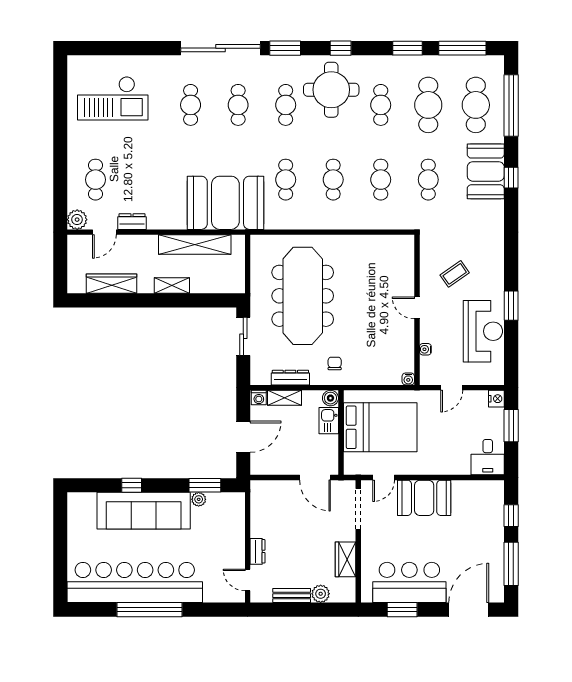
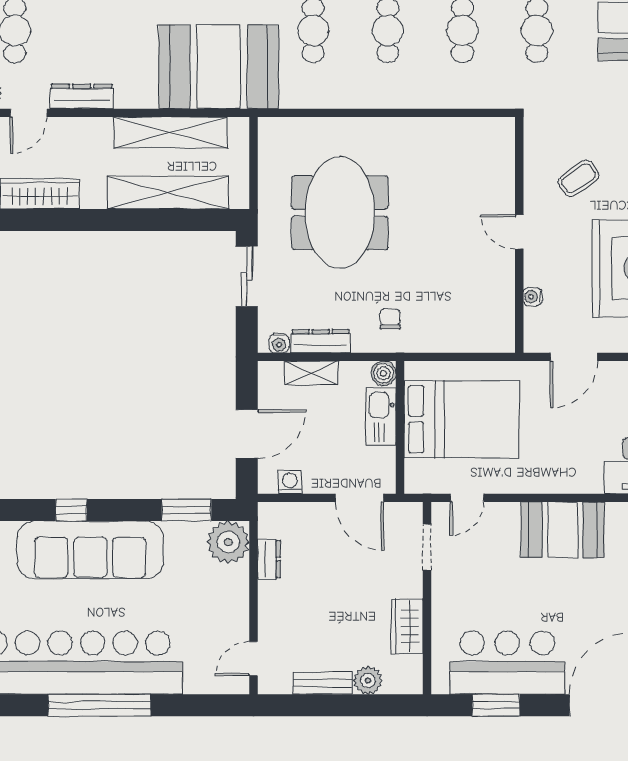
dresser: (132, 222) -> (82, 96), width x1.44
shelving: (172, 286) -> (168, 193), width x2.20, depth x1.33
meeting table: (303, 296) -> (340, 213), width x0.73
water cooler: (408, 379) -> (279, 343), moved
door: (452, 388) -> (574, 357), width x1.38
washing machine: (259, 398) -> (290, 482), moved, turned 180
kitchen sink: (329, 421) -> (381, 417), width x1.38
booth: (424, 498) -> (563, 530), moved
plant: (199, 499) -> (228, 542), moved, width x1.88, depth x1.88
doorway: (358, 509) -> (427, 547), width x0.73
dresser: (257, 551) -> (269, 559), moved
door: (248, 580) -> (254, 659), hinge flipped

